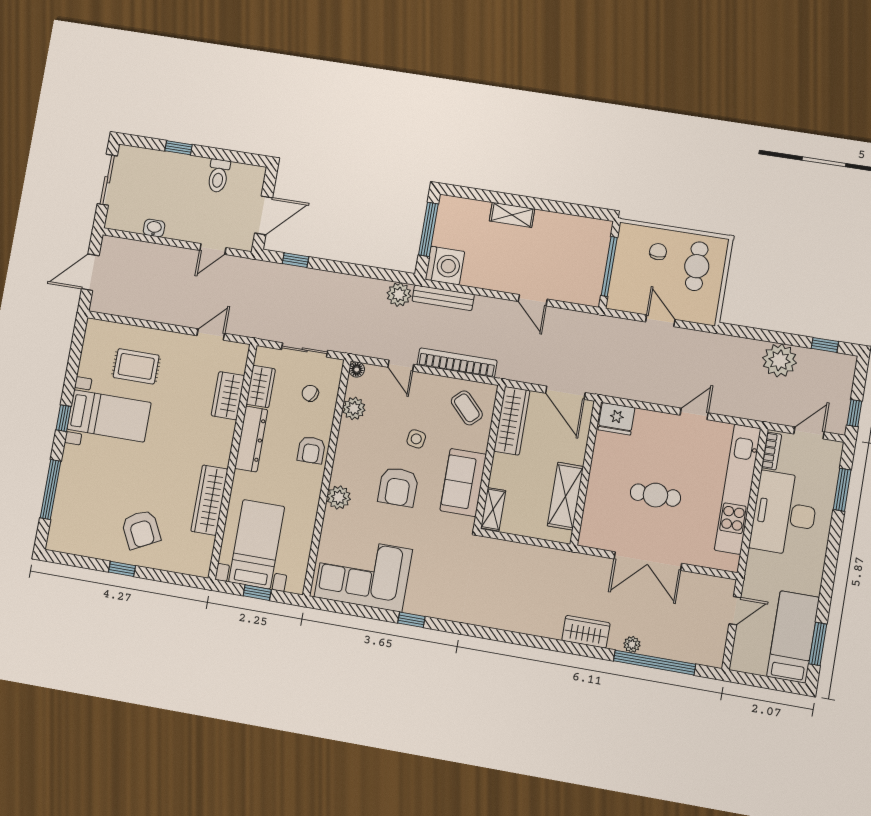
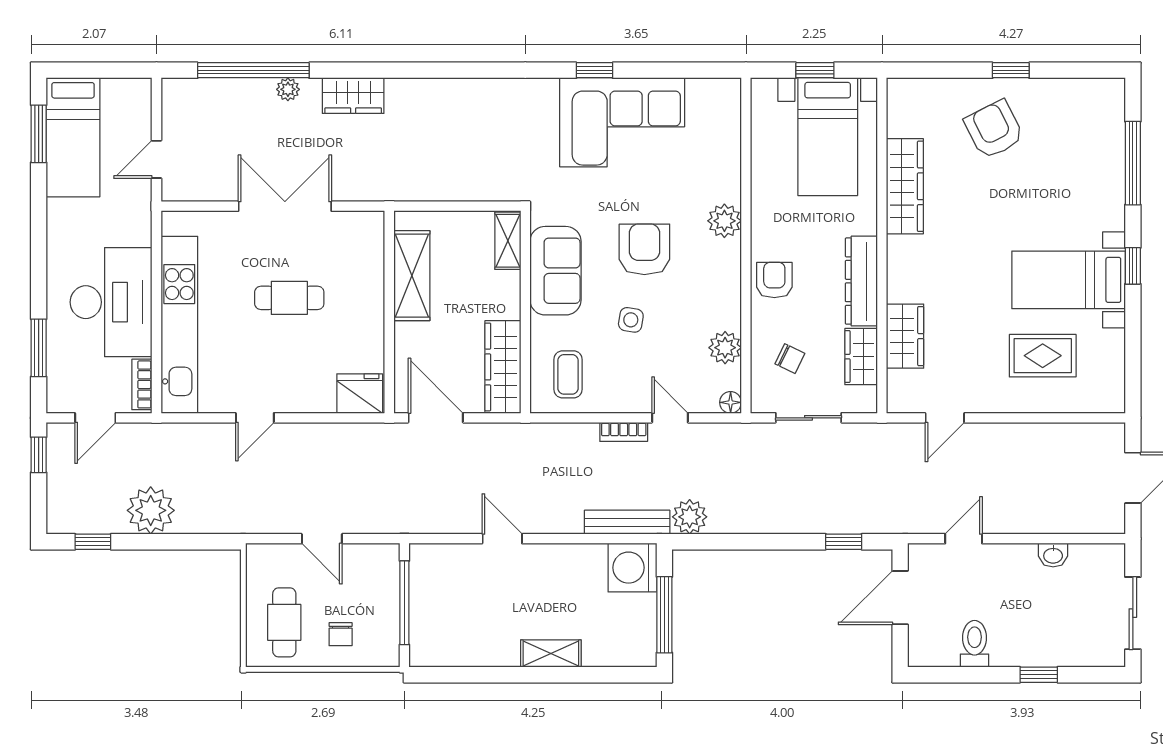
bookcase: (457, 363) -> (624, 432), width x0.43, depth x0.76
coffee table: (467, 408) -> (568, 374), turned 44
corner sofa: (363, 573) -> (622, 122), moved

